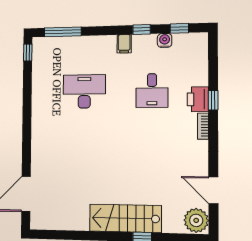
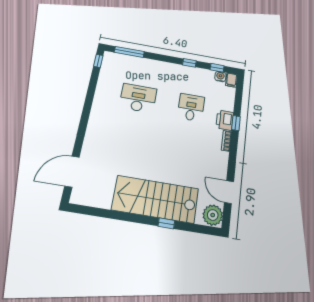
water cooler: (165, 40) -> (220, 77), moved
filing cabinet: (124, 44) -> (232, 80), moved
desk: (152, 91) -> (191, 107), turned 180
stairs: (125, 218) -> (155, 199), width x1.36, depth x1.51

